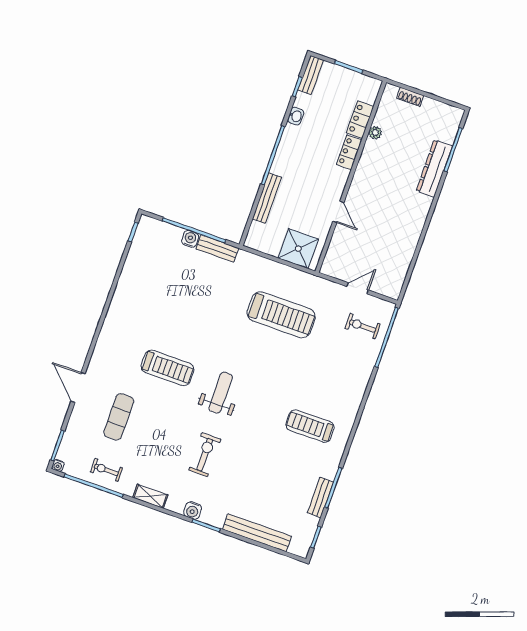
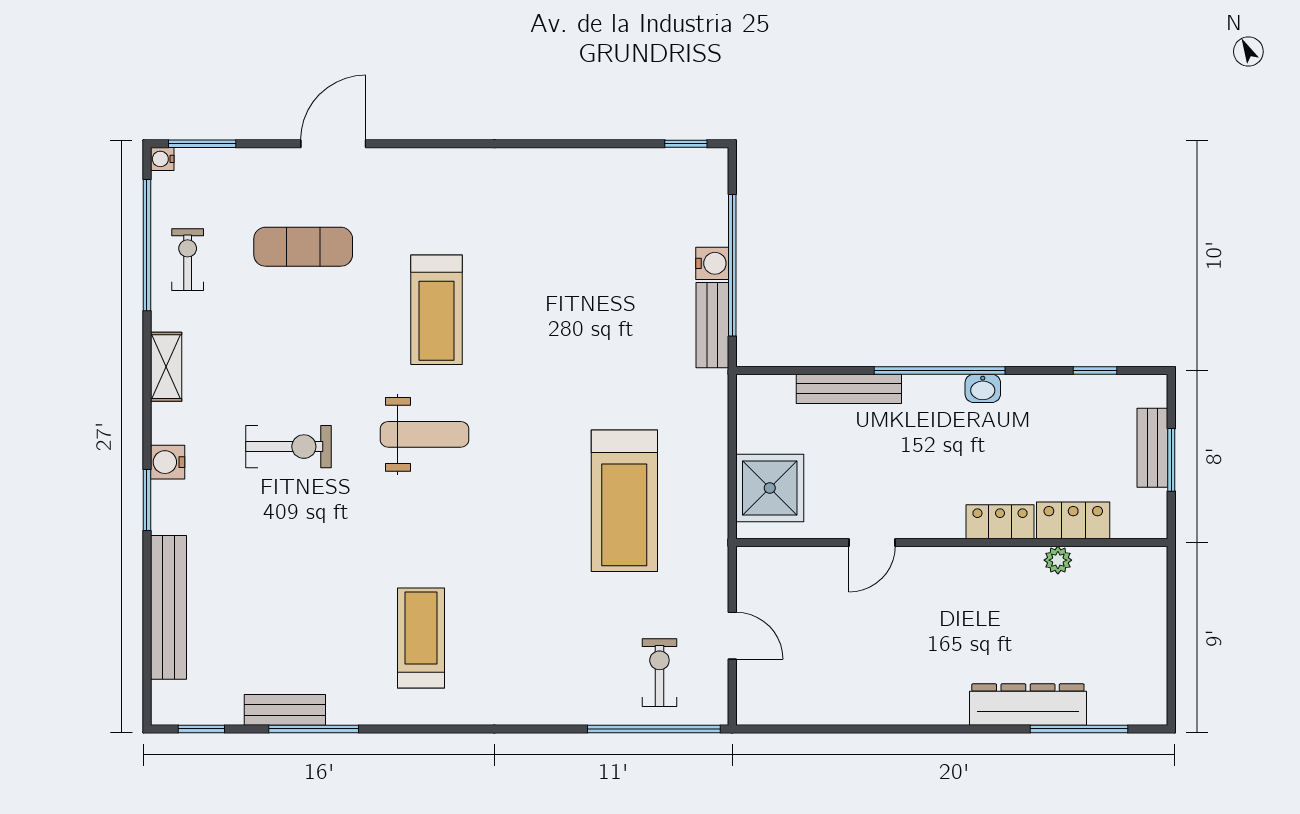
bench: (311, 75) -> (1152, 448), moved, turned 90
shoe rack: (410, 97) -> (1155, 605), removed
washbasin: (296, 116) -> (983, 388), moved

